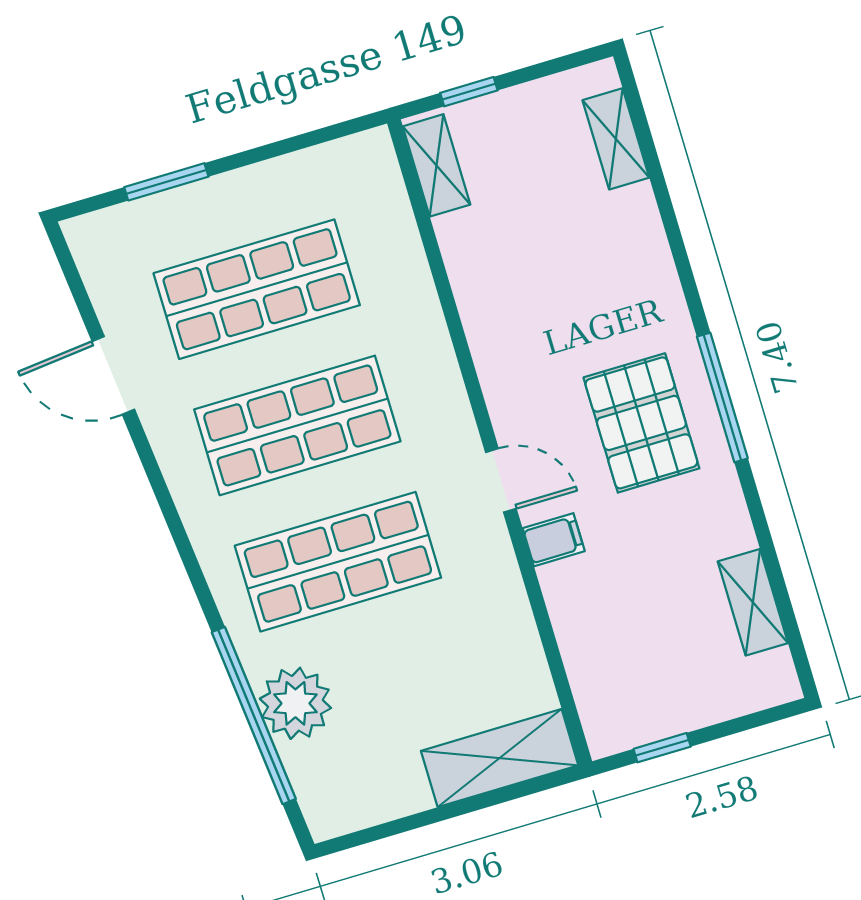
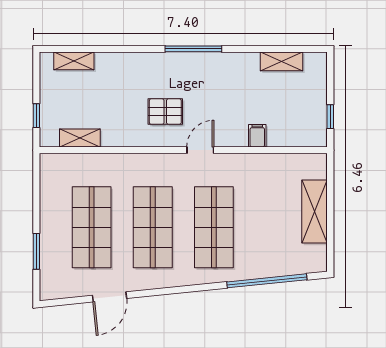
shelving: (437, 165) -> (80, 138), moved
pallet: (641, 423) -> (165, 112), moved, width x0.67, depth x0.71
filing cabinet: (554, 540) -> (257, 136), moved
plant: (295, 703) -> (267, 262), removed
shelving: (500, 758) -> (315, 212), moved

